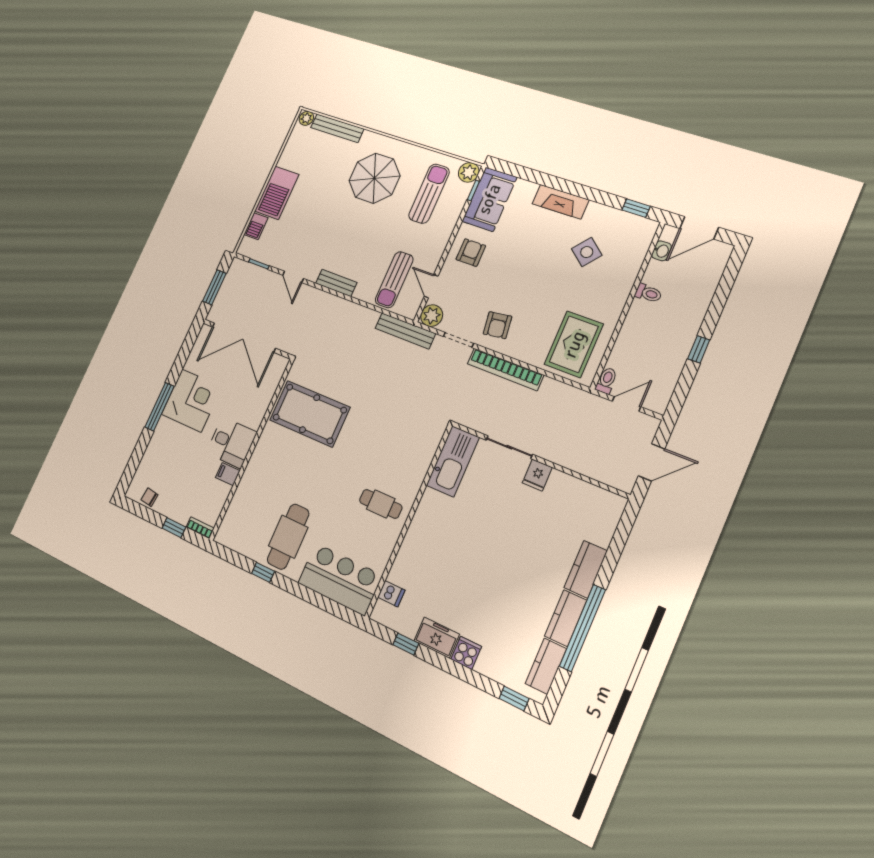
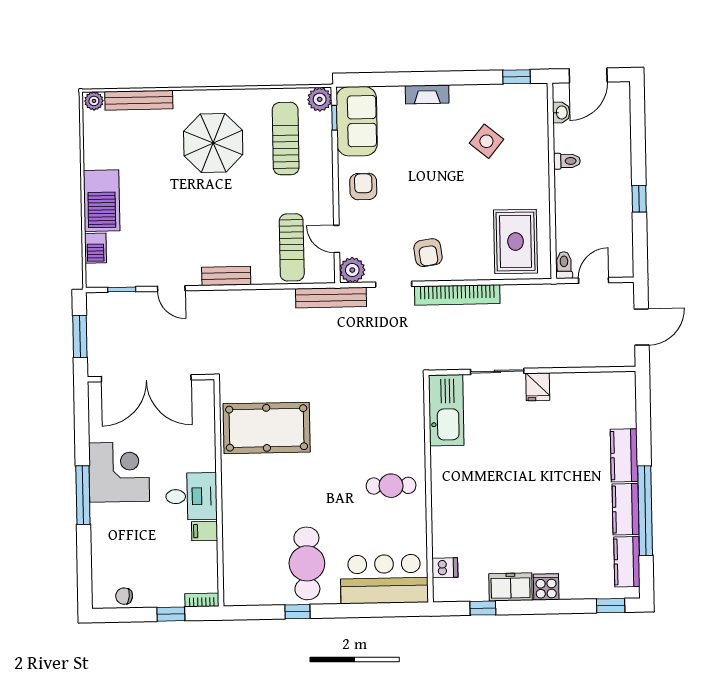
fireplace: (561, 202) -> (427, 94), width x0.73, depth x0.76

